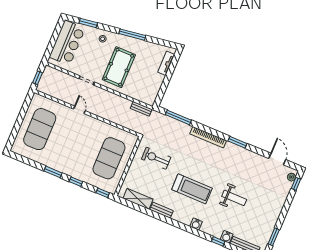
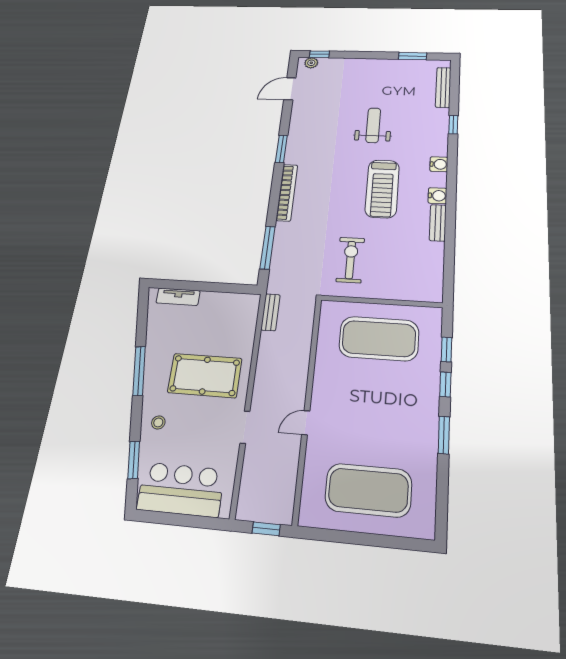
exercise bike: (156, 158) -> (350, 260), turned 180
treadmill: (192, 189) -> (382, 189), turned 180
window: (103, 193) -> (446, 350), moved
shelving: (138, 199) -> (433, 266), removed
water cooler: (227, 237) -> (437, 196), moved

